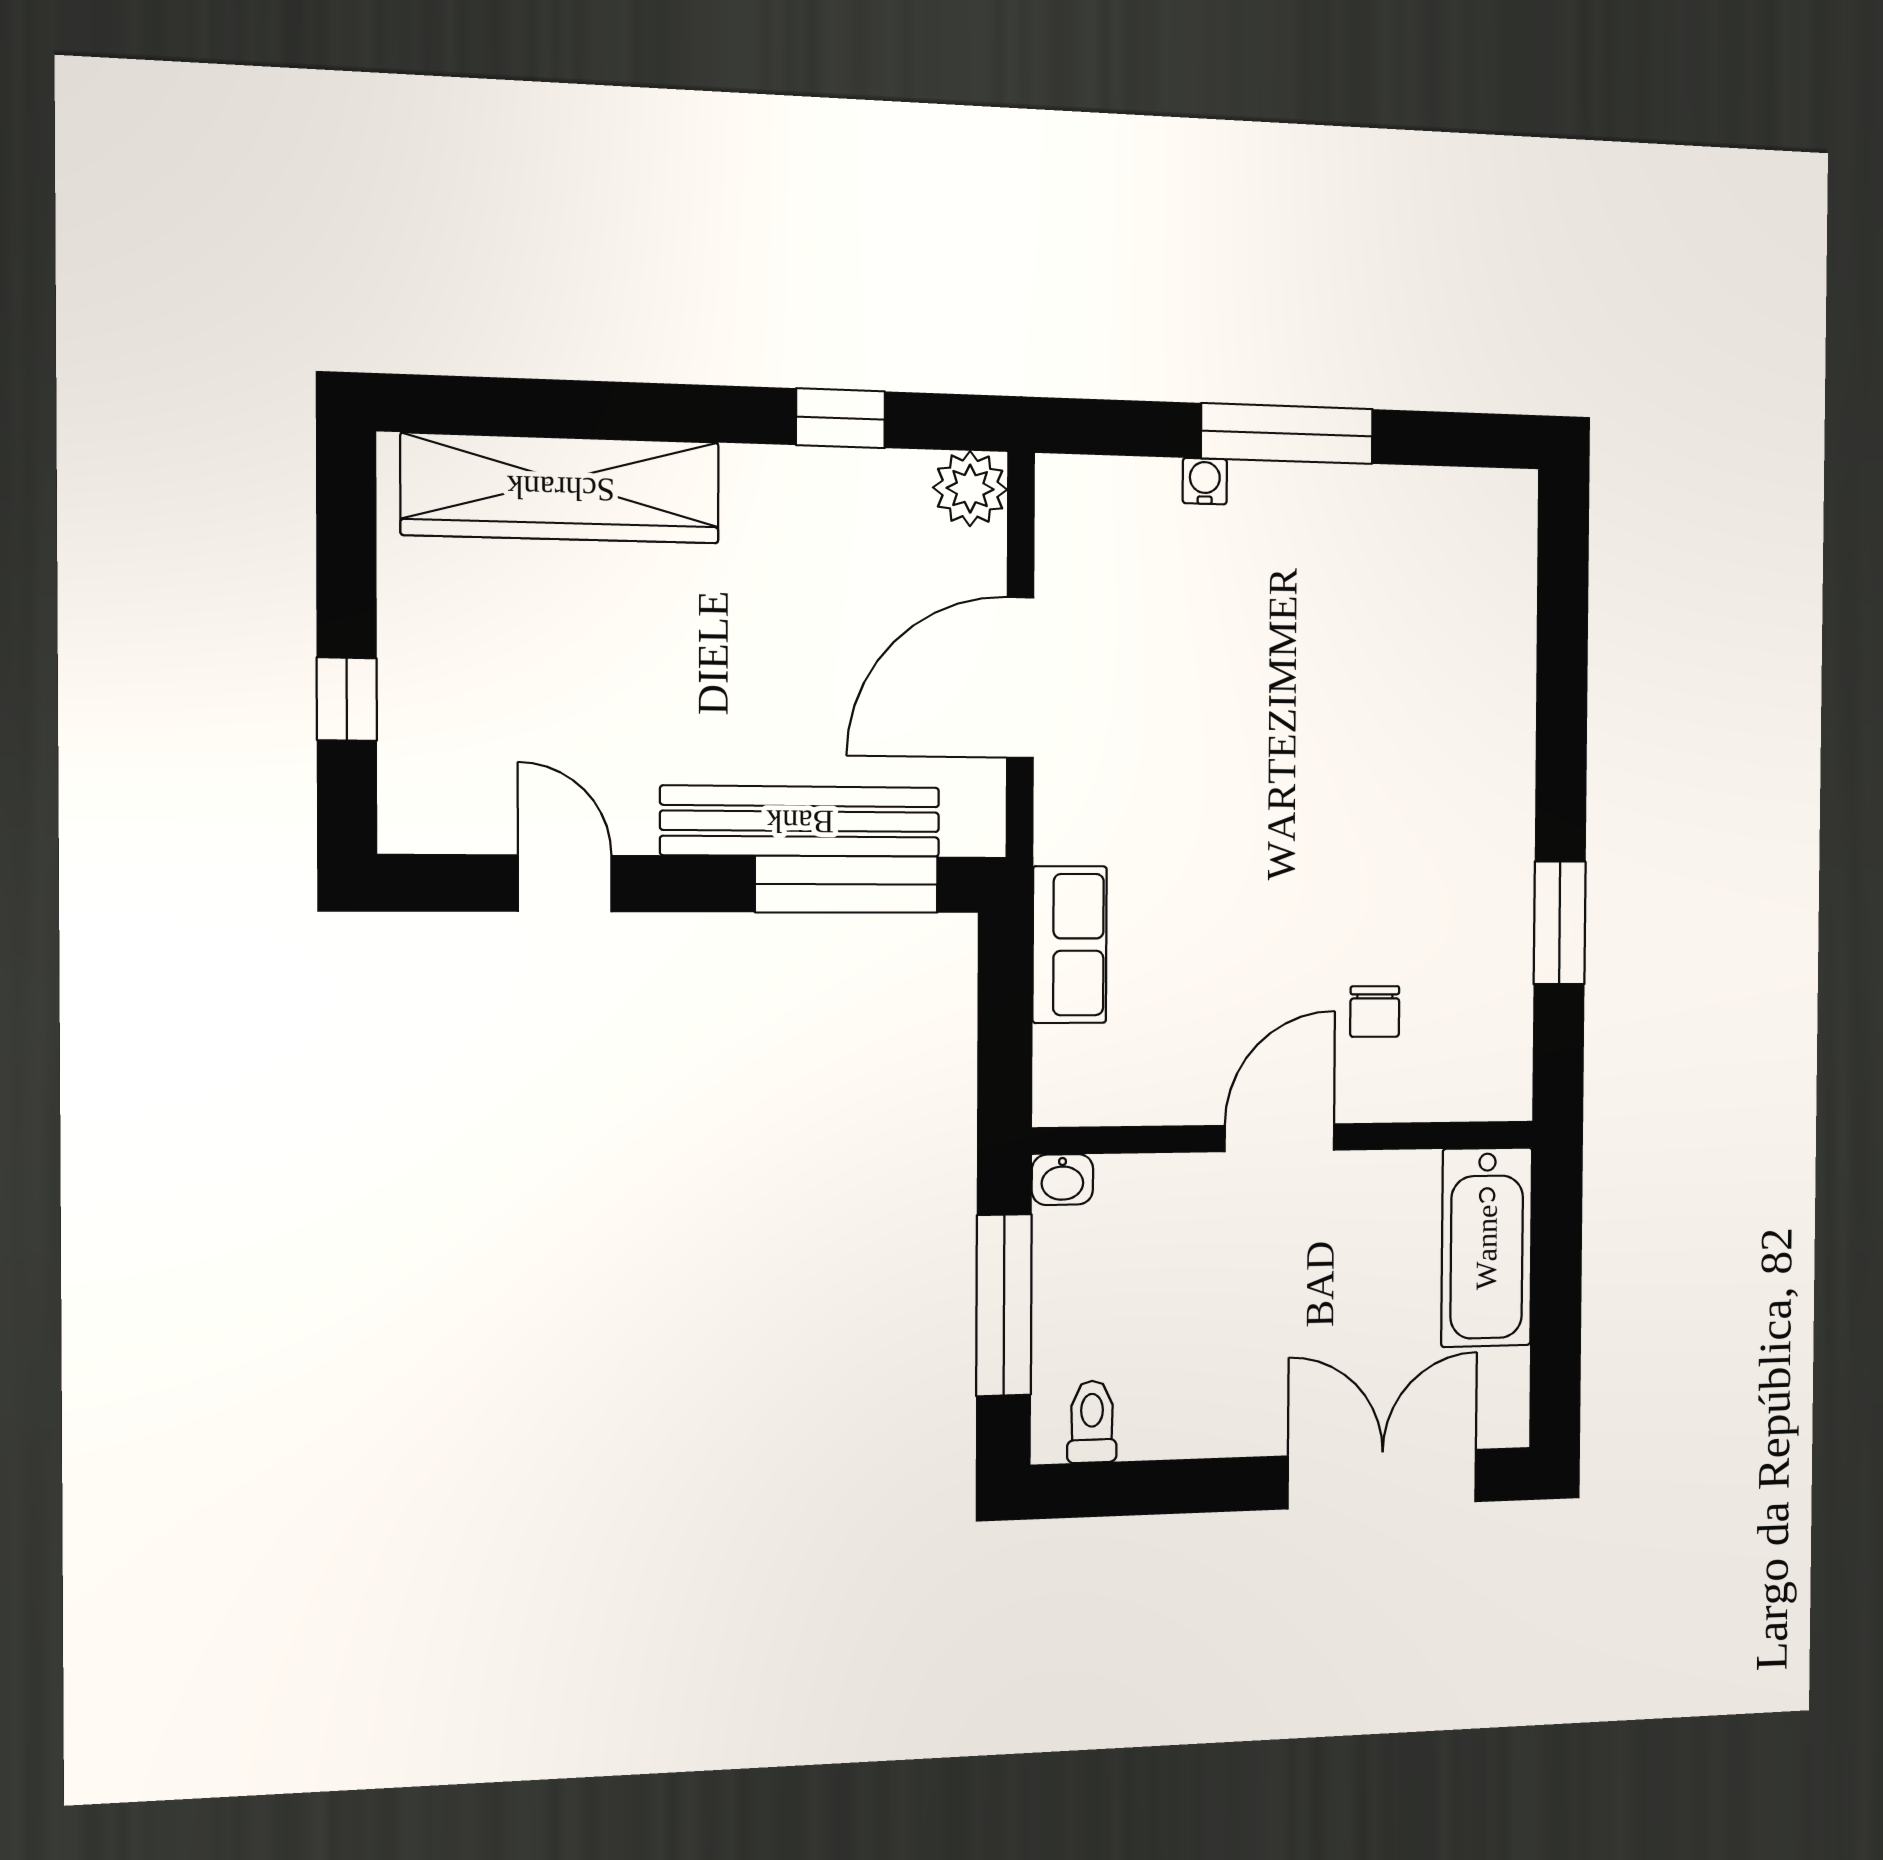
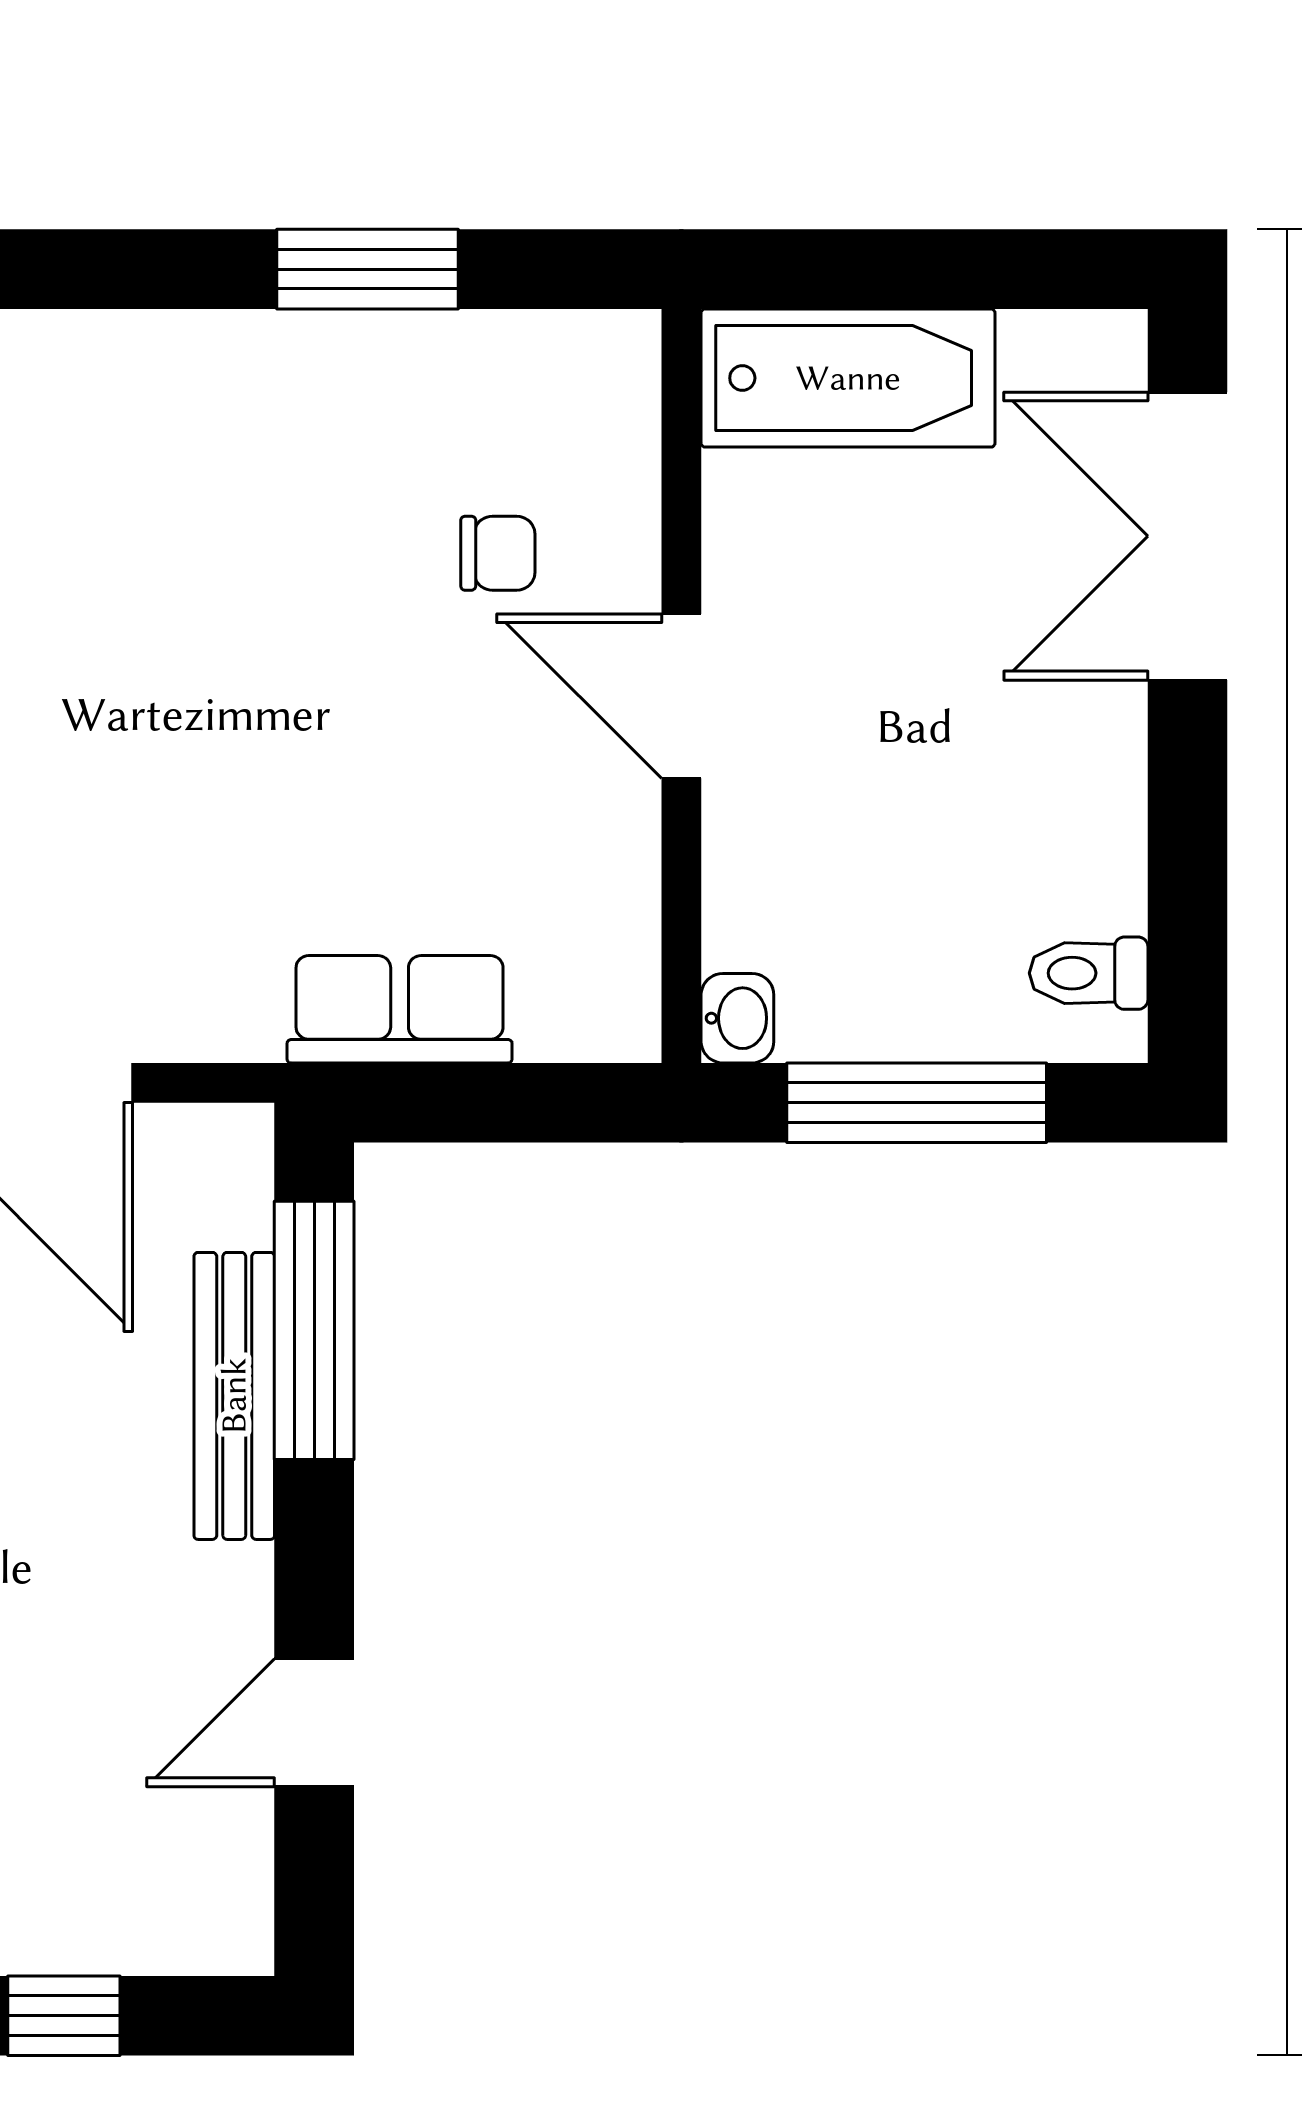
bench: (800, 821) -> (234, 1396), width x0.73, depth x0.82

